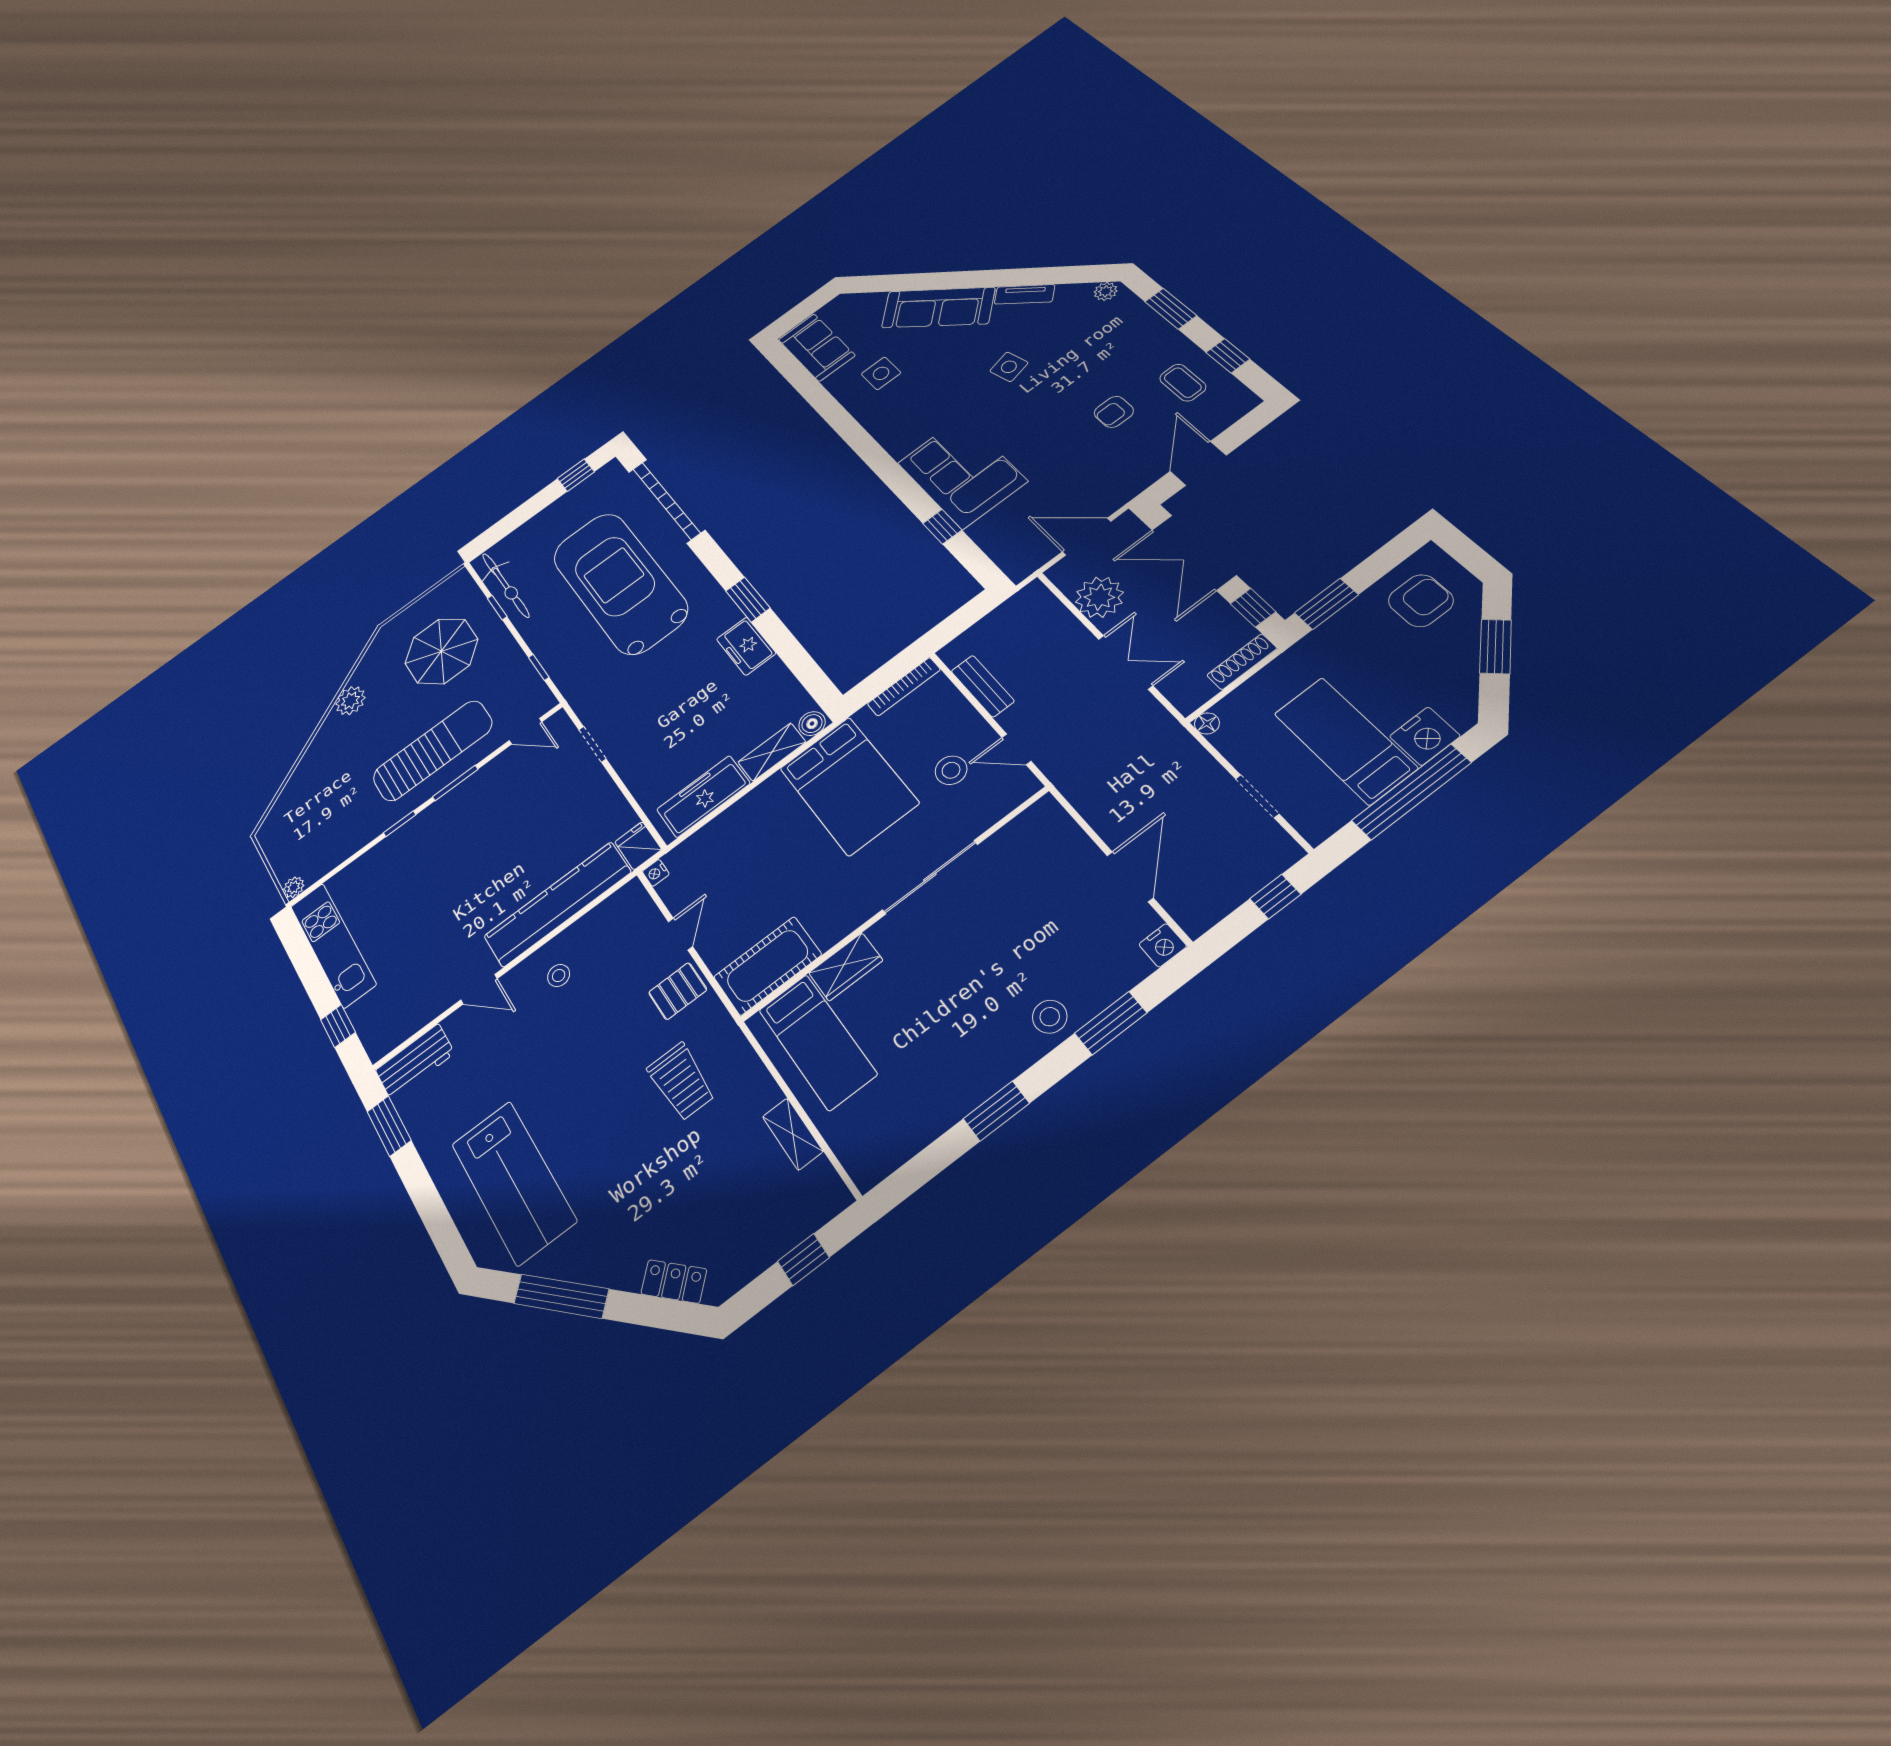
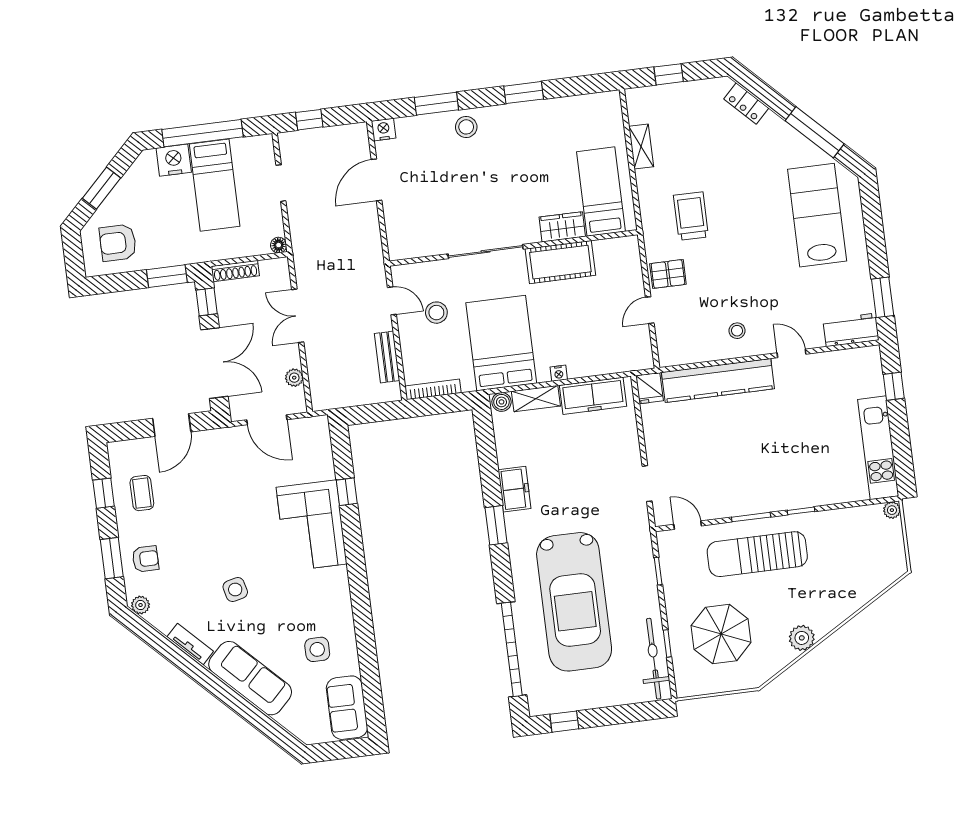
armchair: (1114, 412) -> (145, 559), moved
plant: (1099, 597) -> (294, 378), width x0.53, depth x0.53
nightstand: (656, 873) -> (559, 373), moved, turned 90
cot: (768, 966) -> (560, 262), moved

